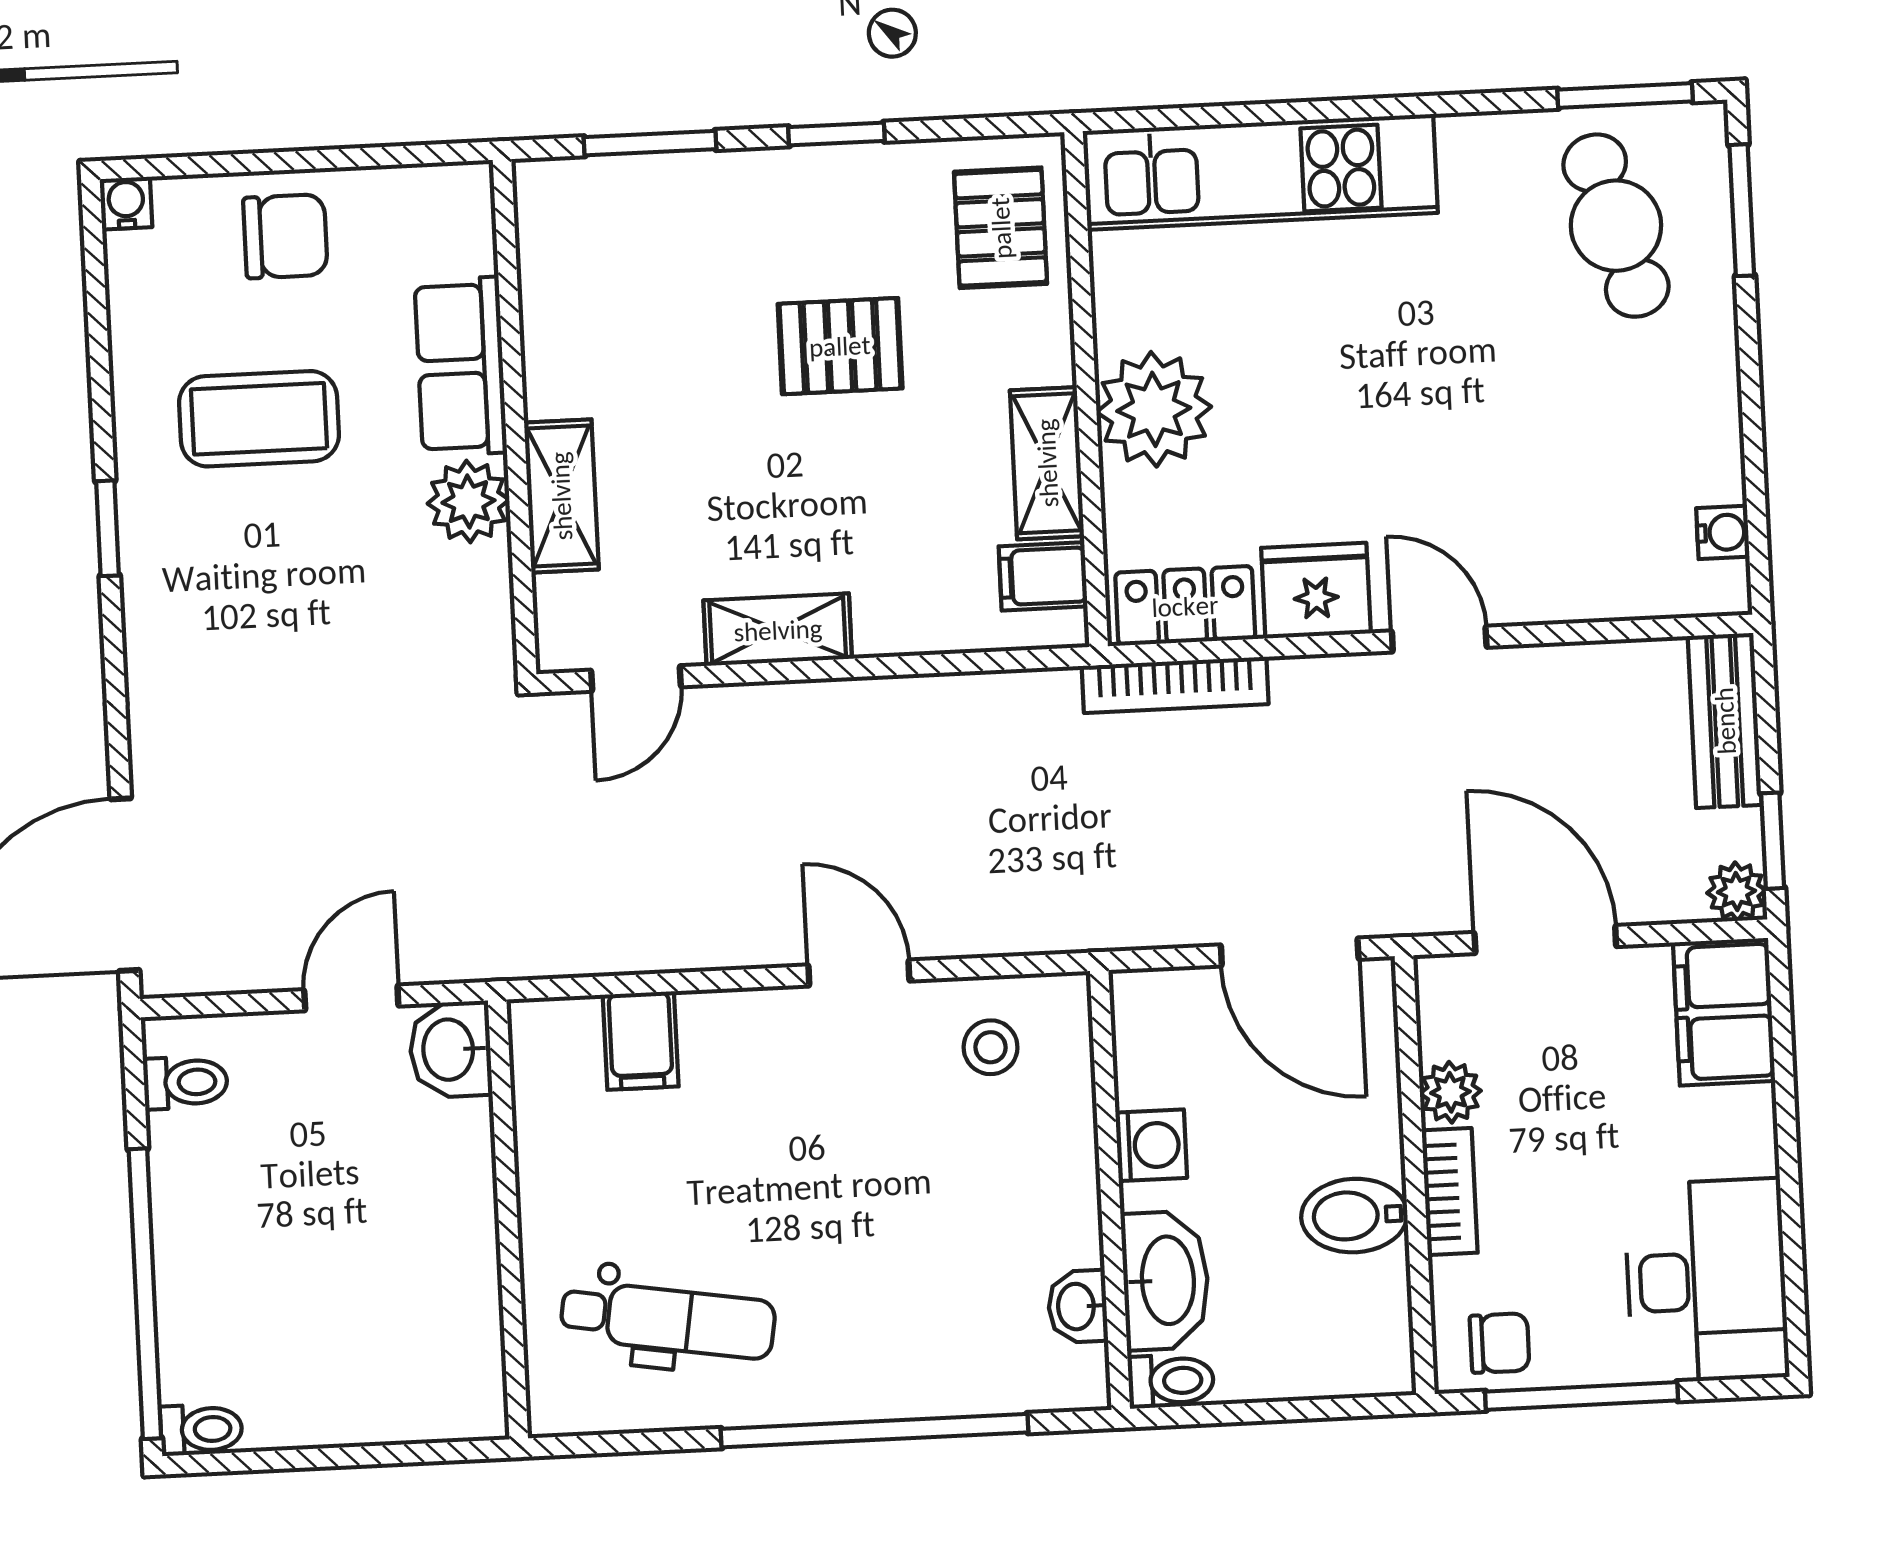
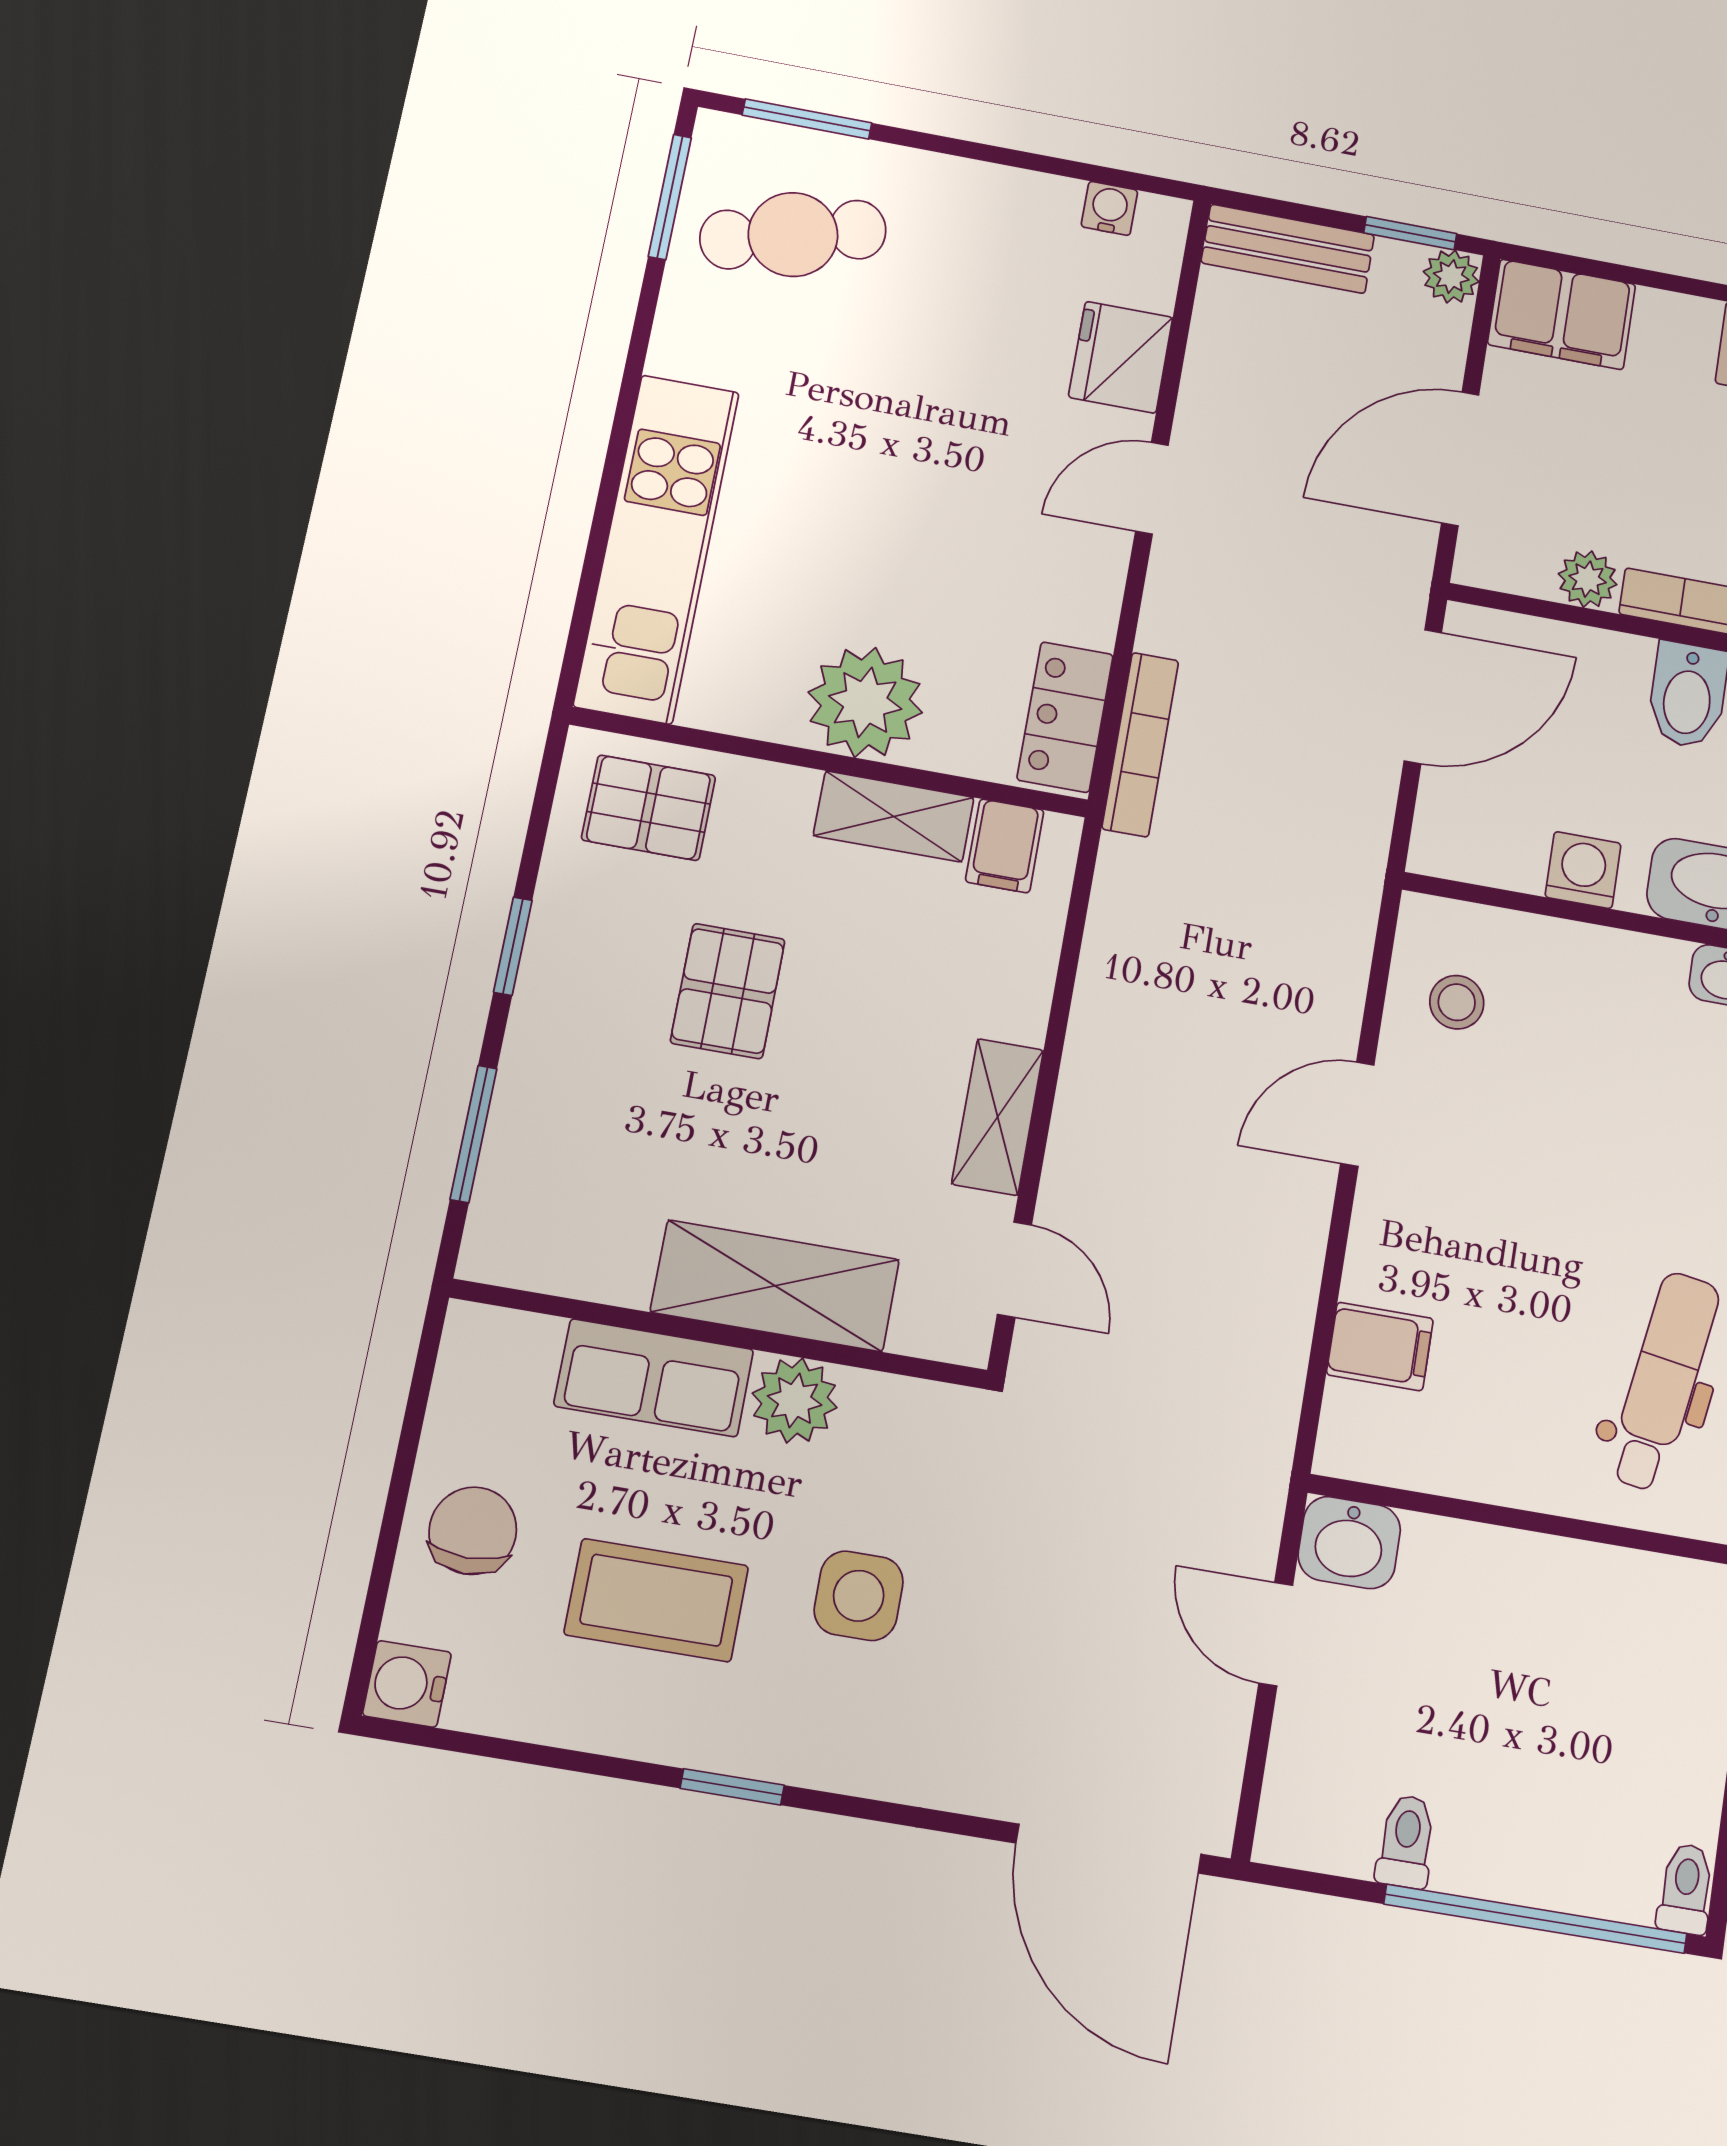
water cooler: (126, 203) -> (407, 1684), width x1.38, depth x1.38
coffee table: (259, 419) -> (656, 1600), turned 90
shelving: (561, 496) -> (775, 1286), width x1.50, depth x1.33
fridge: (1316, 591) -> (1121, 357), moved
side table: (303, 603) -> (859, 1596), added
toilet: (185, 1082) -> (1406, 1841), moved

